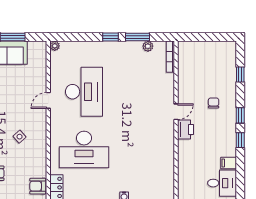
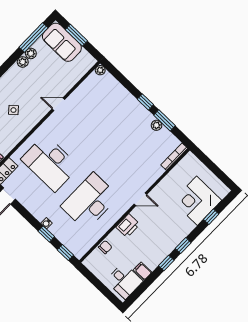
plant: (148, 46) -> (157, 125), moved
corner desk: (218, 73) -> (197, 201), added
desk: (84, 92) -> (90, 201), moved, turned 180
chair: (214, 103) -> (105, 247), moved
printer: (185, 129) -> (128, 226), moved

